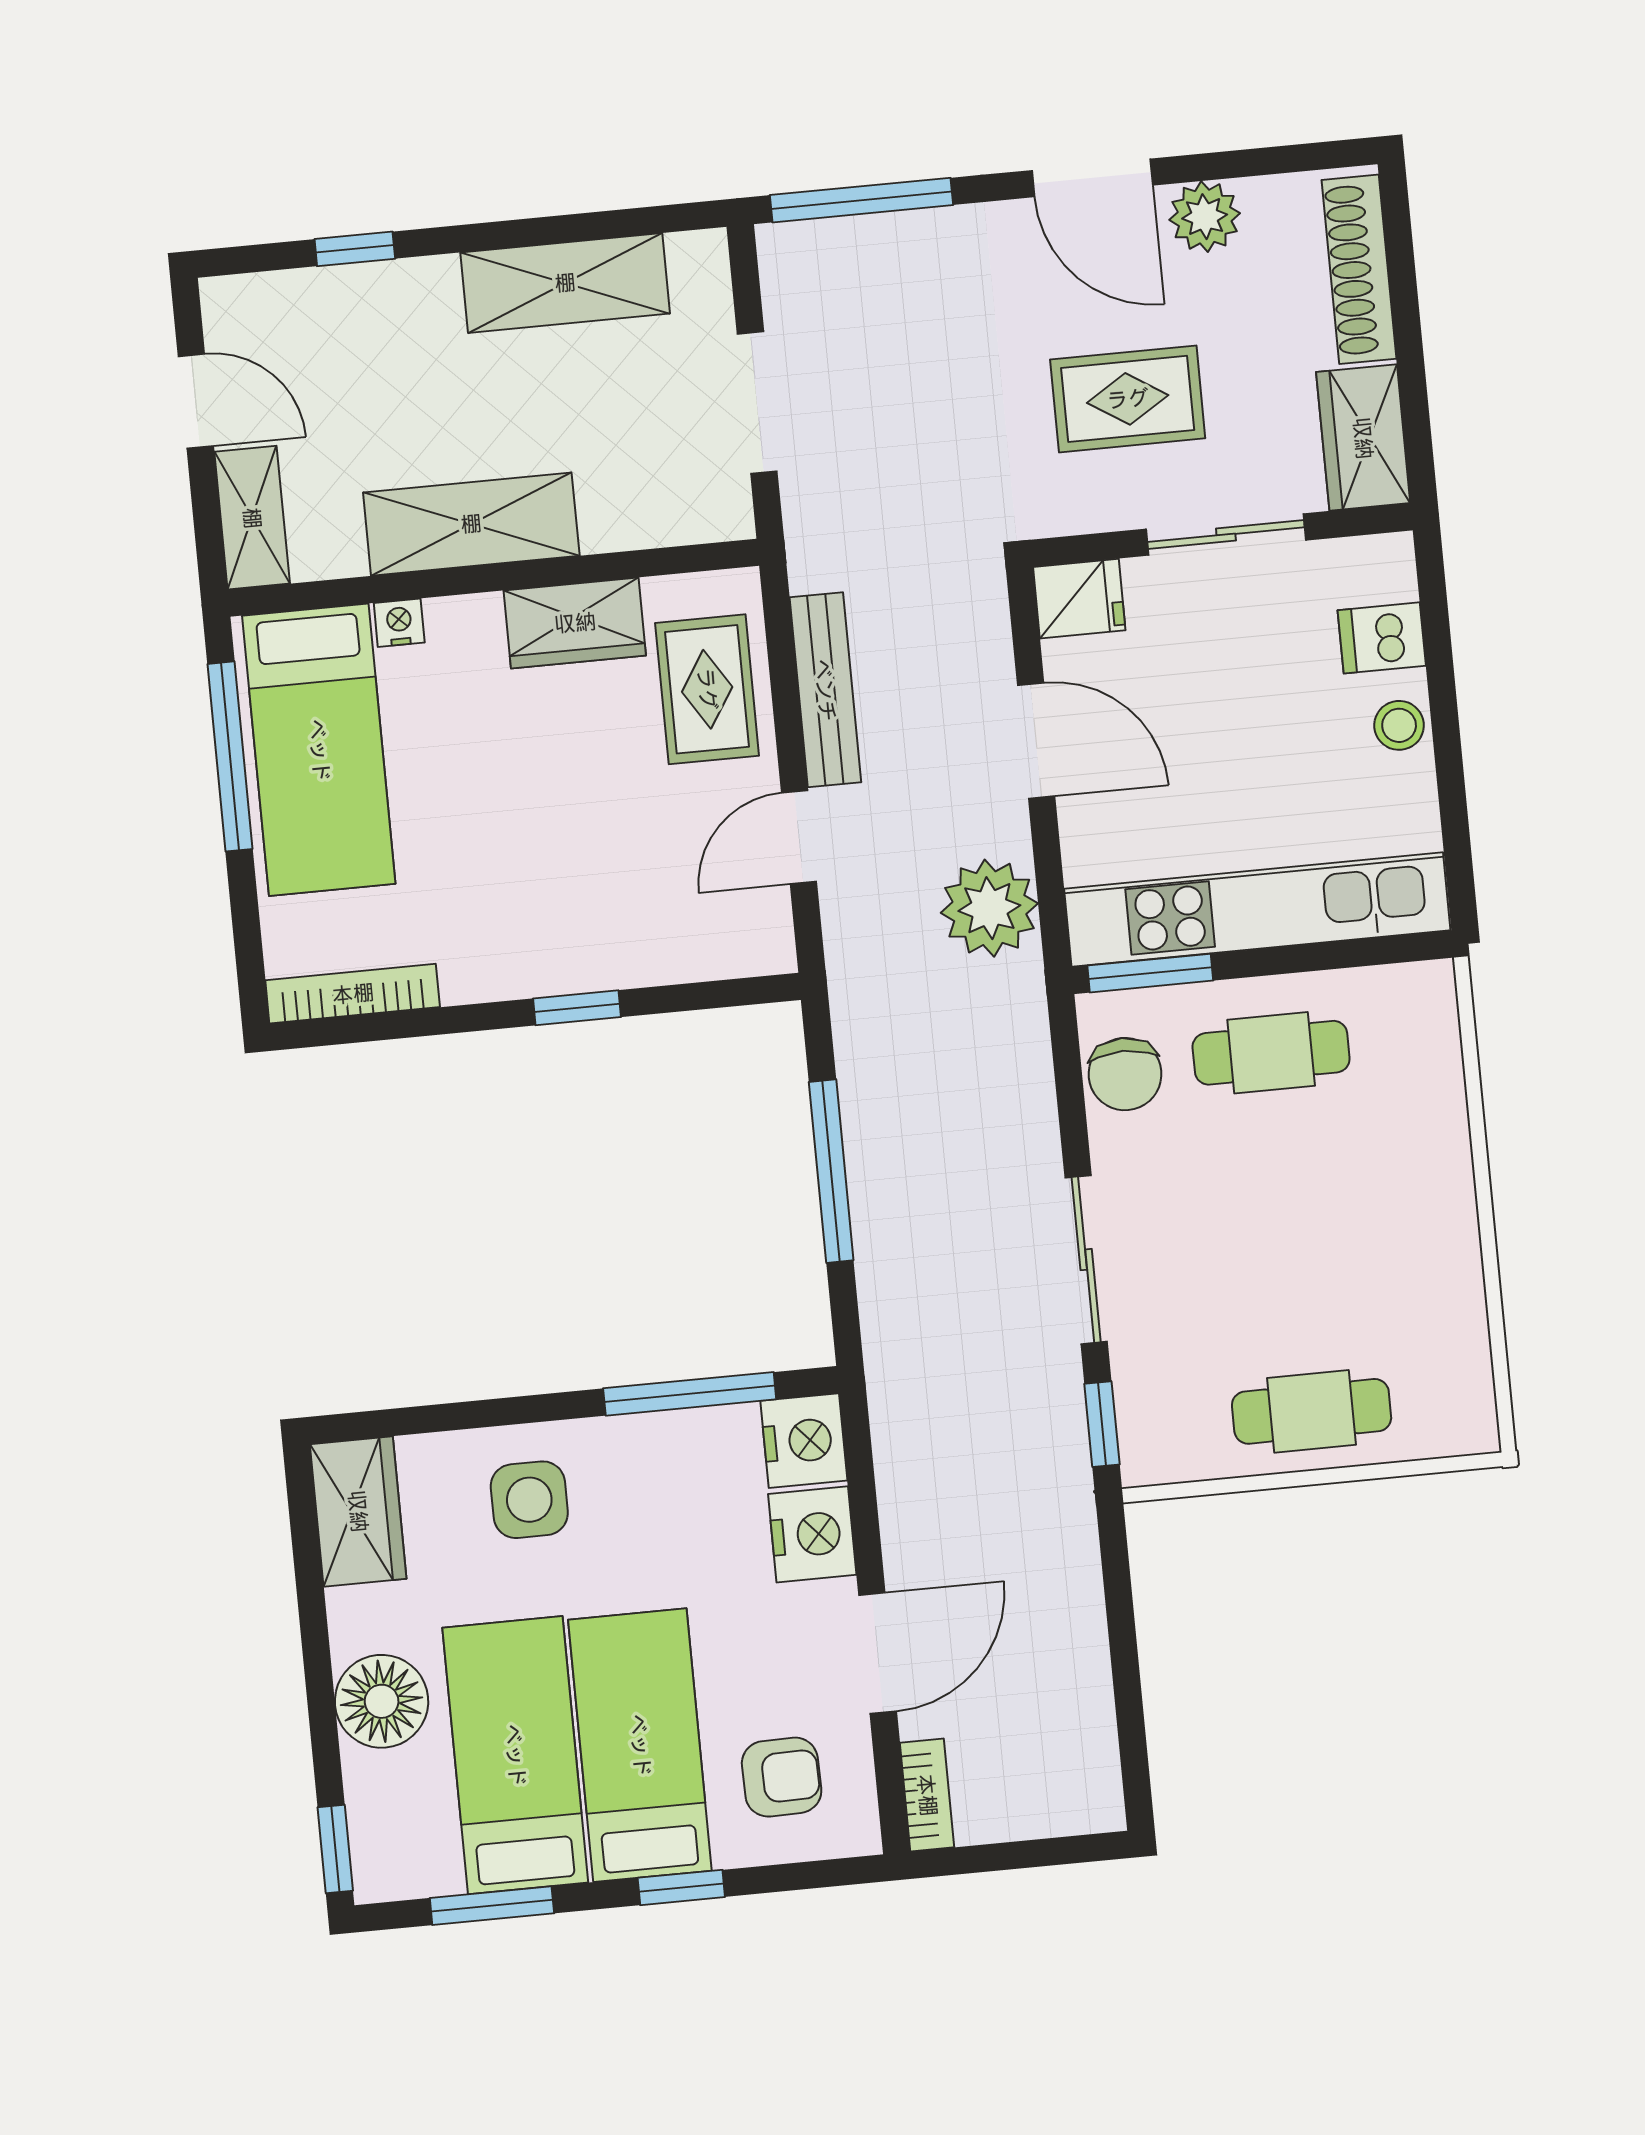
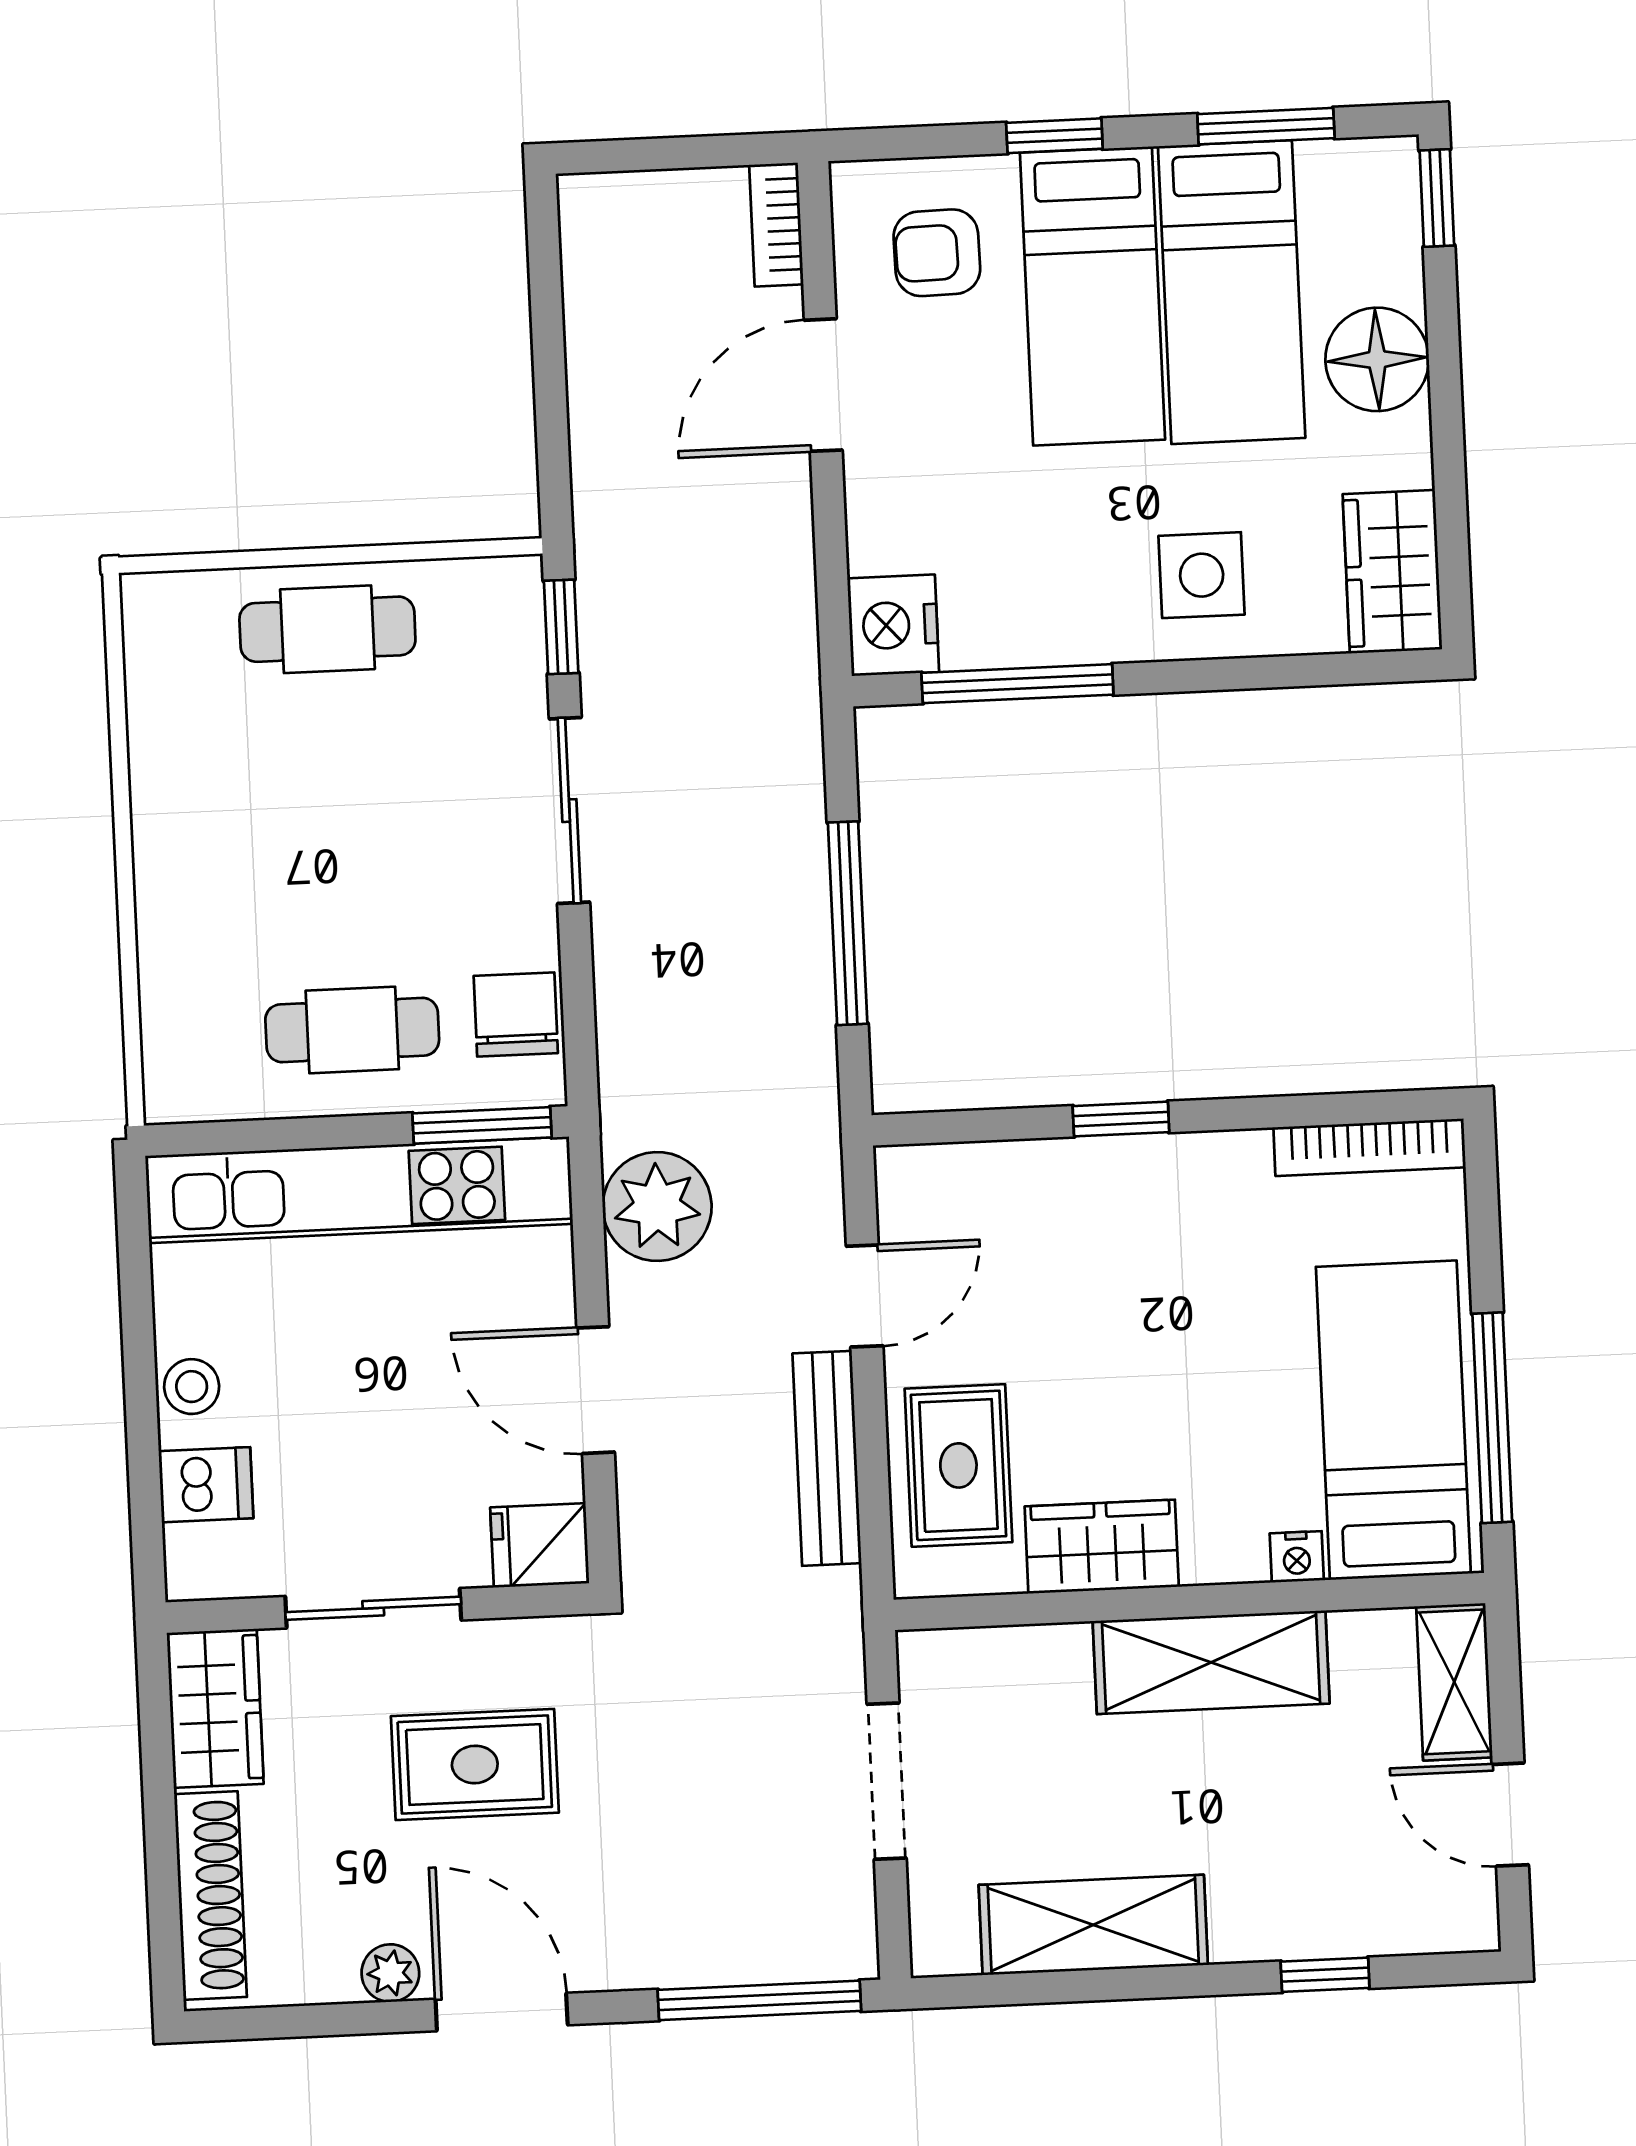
plant: (1205, 217) -> (390, 1973), width x0.73, depth x0.73
nightstand: (812, 1534) -> (889, 521), removed

